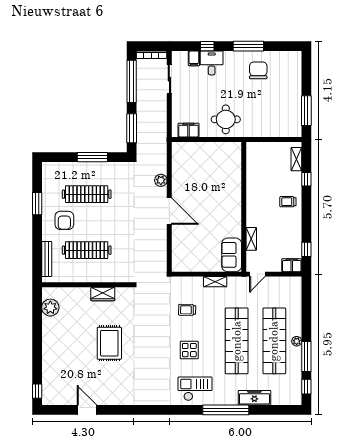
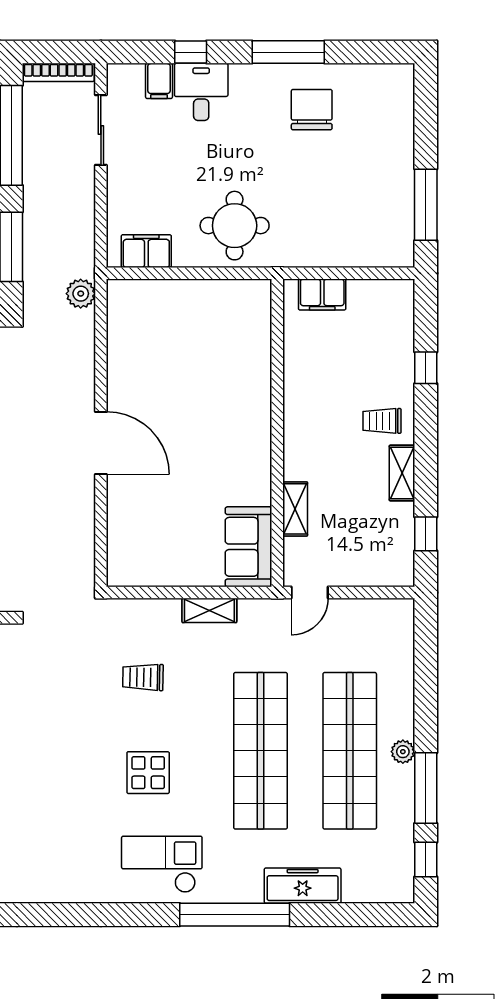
shelving: (296, 159) -> (402, 473), moved
plant: (161, 180) -> (81, 294), moved
filing cabinet: (292, 265) -> (322, 295), moved, turned 180

